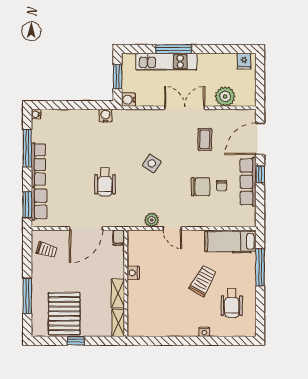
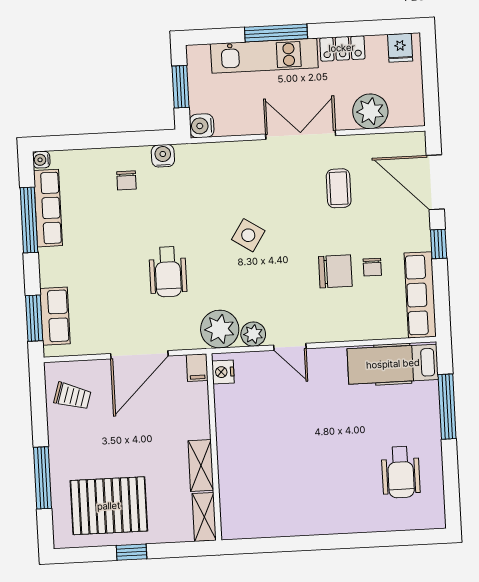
locker: (211, 60) -> (342, 48), added
chair: (84, 129) -> (126, 180), added
door: (260, 139) -> (435, 182), hinge flipped
row of seats: (38, 165) -> (48, 208), moved
row of seats: (248, 182) -> (420, 295), moved
plant: (133, 216) -> (220, 329), added
nightstand: (133, 273) -> (223, 372), moved
trolley: (203, 281) -> (348, 436), removed
pallet: (64, 314) -> (109, 506), turned 90
nightstand: (204, 332) -> (355, 525), removed

